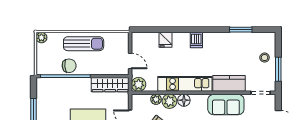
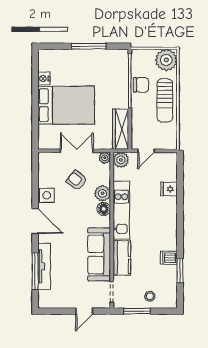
plant: (41, 38) -> (166, 60), width x1.87, depth x1.87
dishwasher: (196, 40) -> (169, 258), moved
chair: (69, 66) -> (141, 85), turned -85
plant: (156, 99) -> (105, 158), moved
sofa: (226, 105) -> (99, 254), width x1.36

